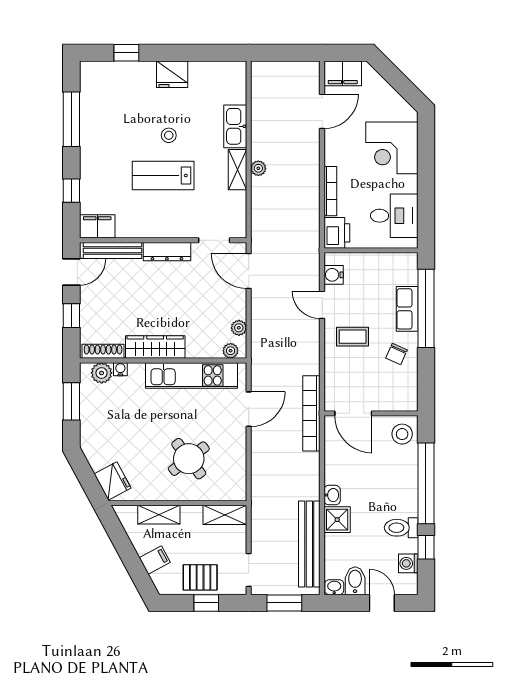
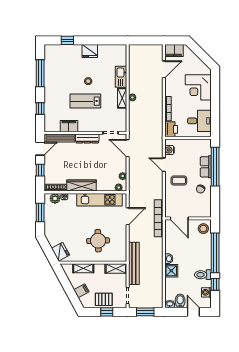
filing cabinet: (97, 226) -> (69, 126), moved
round table: (189, 459) -> (98, 241), turned 35
bench: (309, 544) -> (134, 263), moved

